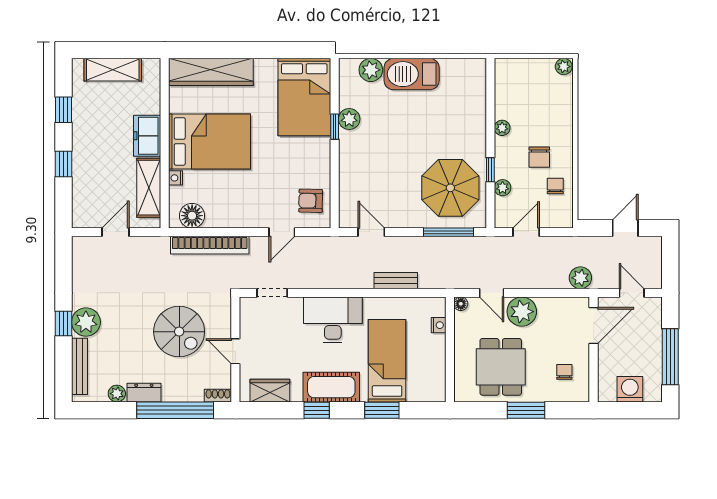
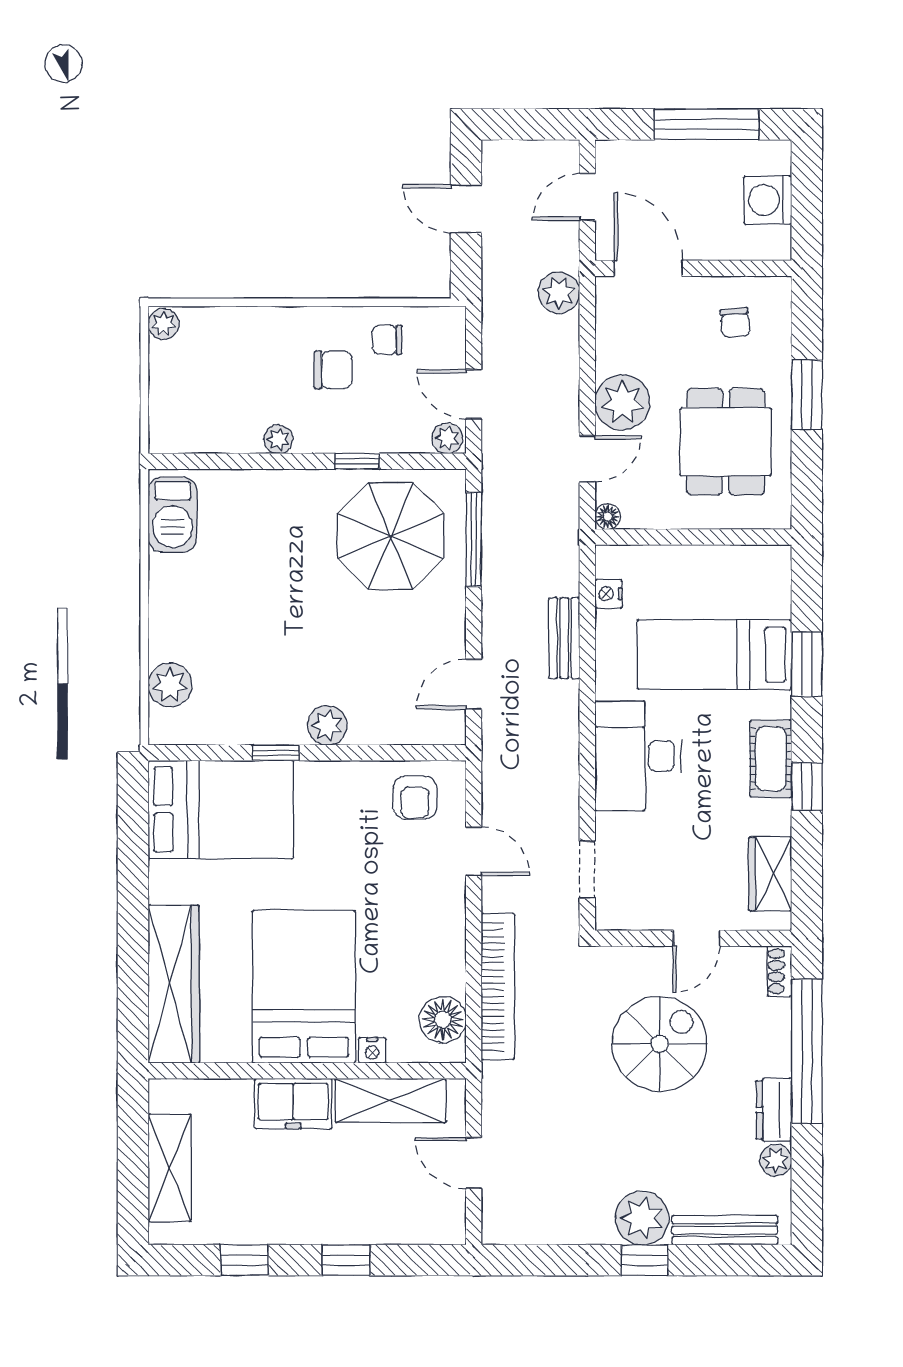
barbecue: (412, 74) -> (173, 515), moved, width x0.73, depth x0.83
plant: (349, 119) -> (327, 725), moved
plant: (503, 188) -> (447, 438), moved
nightstand: (439, 325) -> (608, 594), moved, turned -90
dining table: (501, 367) -> (726, 442), turned 90
chair: (564, 372) -> (735, 323), turned -96
cot: (331, 387) -> (771, 759), width x0.73, depth x0.75

